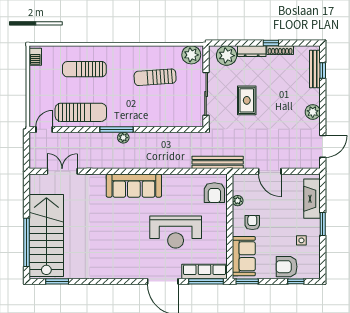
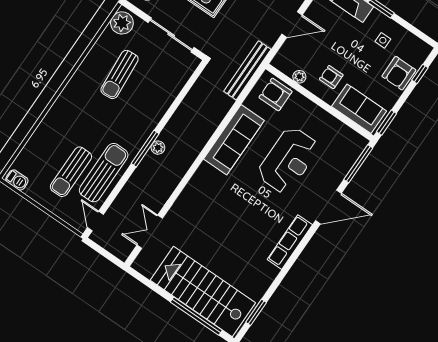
sun lounger: (84, 69) -> (71, 172), moved
sofa: (134, 186) -> (234, 140), moved
armchair: (214, 193) -> (276, 94), turned 180
row of seats: (205, 271) -> (290, 242), moved

